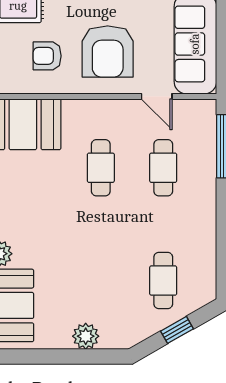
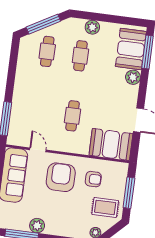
cafe table: (163, 168) -> (80, 56), moved
window: (177, 330) -> (43, 24), width x2.17

